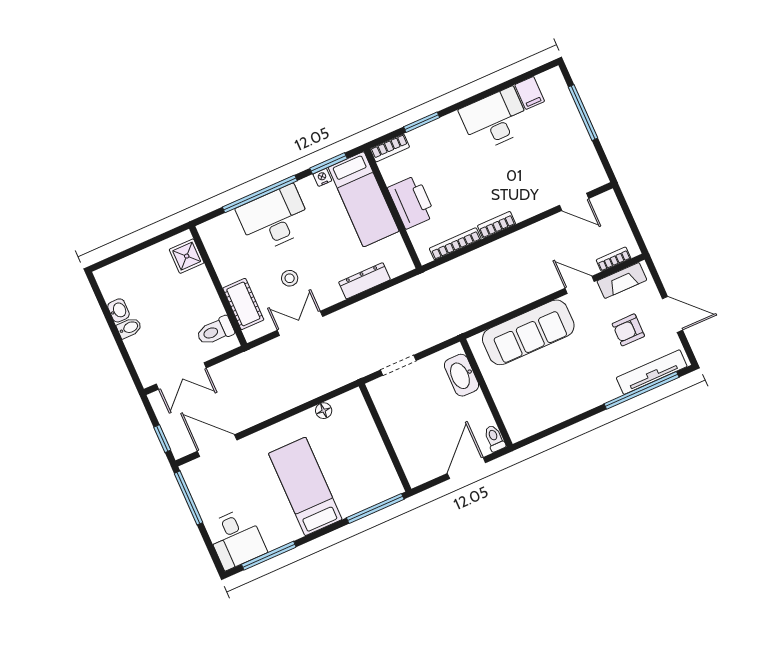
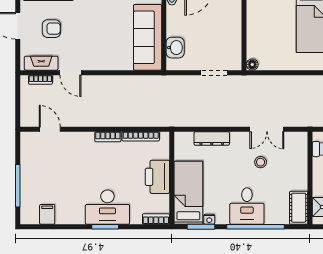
desk: (495, 119) -> (107, 207), moved
window: (422, 122) -> (105, 227), moved
desk: (274, 219) -> (247, 206), width x0.73
cot: (243, 304) -> (299, 208), moved
sofa: (528, 332) -> (148, 37), moved, turned -90
washbasin: (462, 375) -> (175, 48), width x0.72
floor lamp: (324, 411) -> (252, 64), moved

